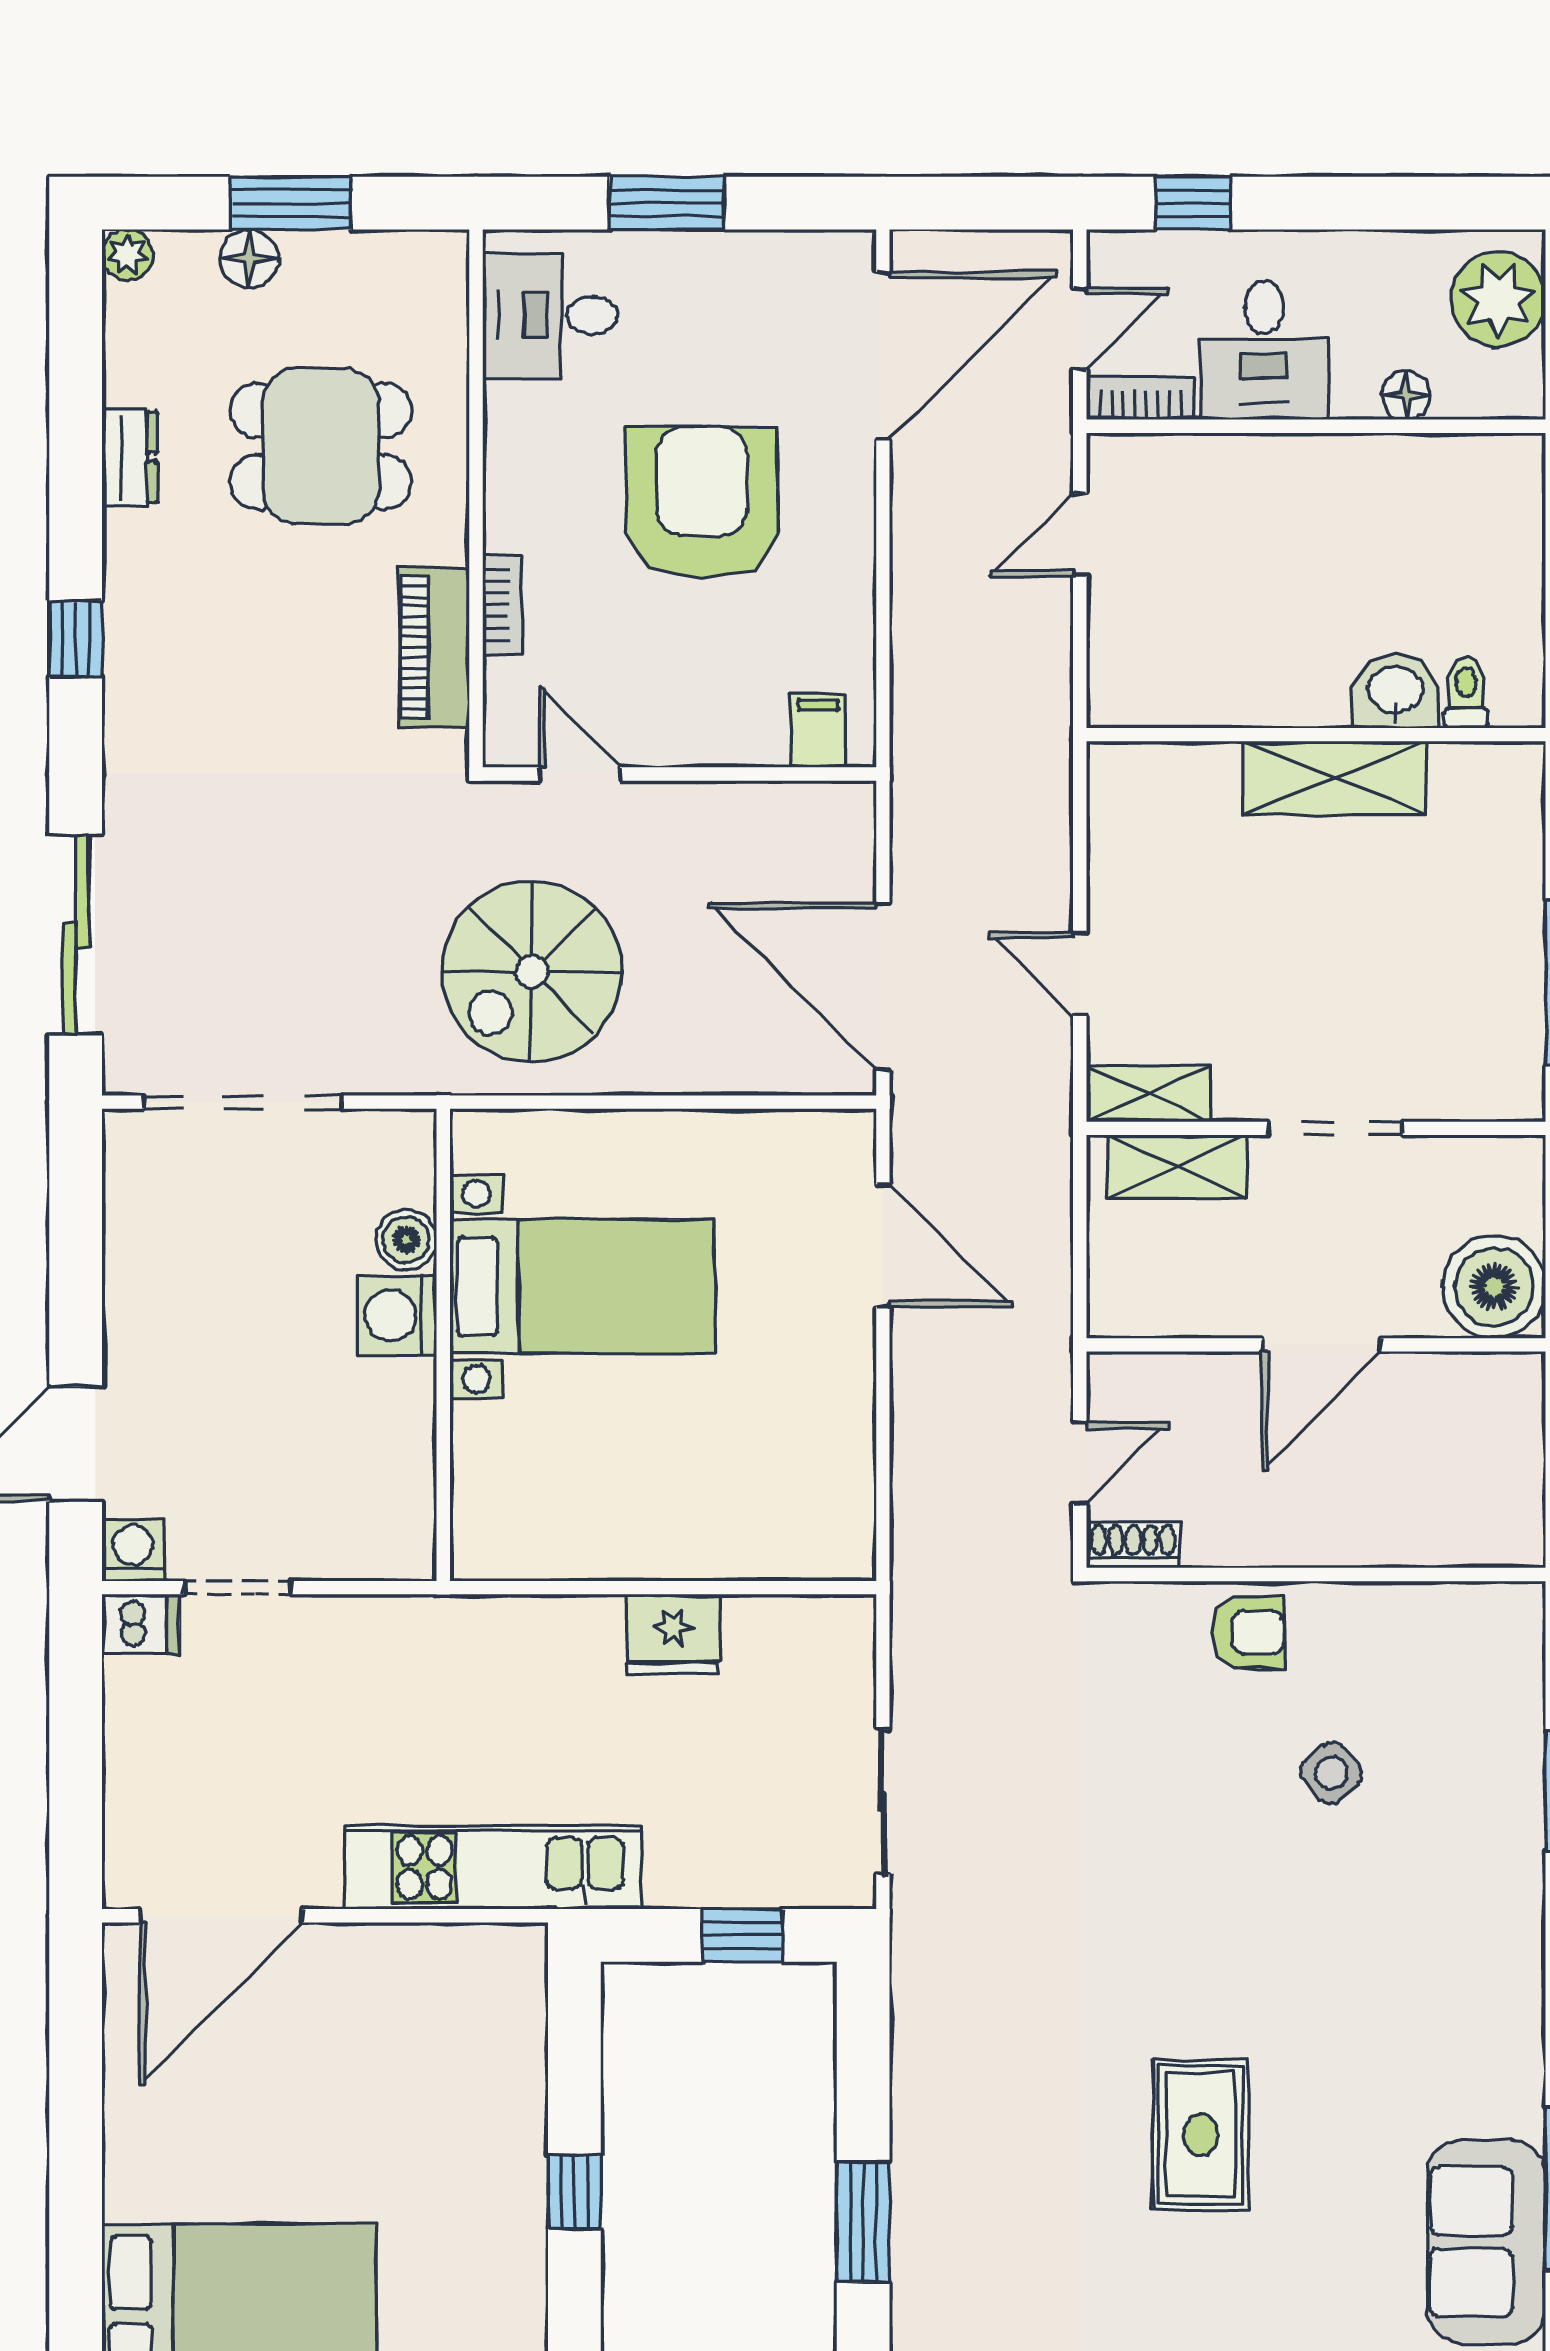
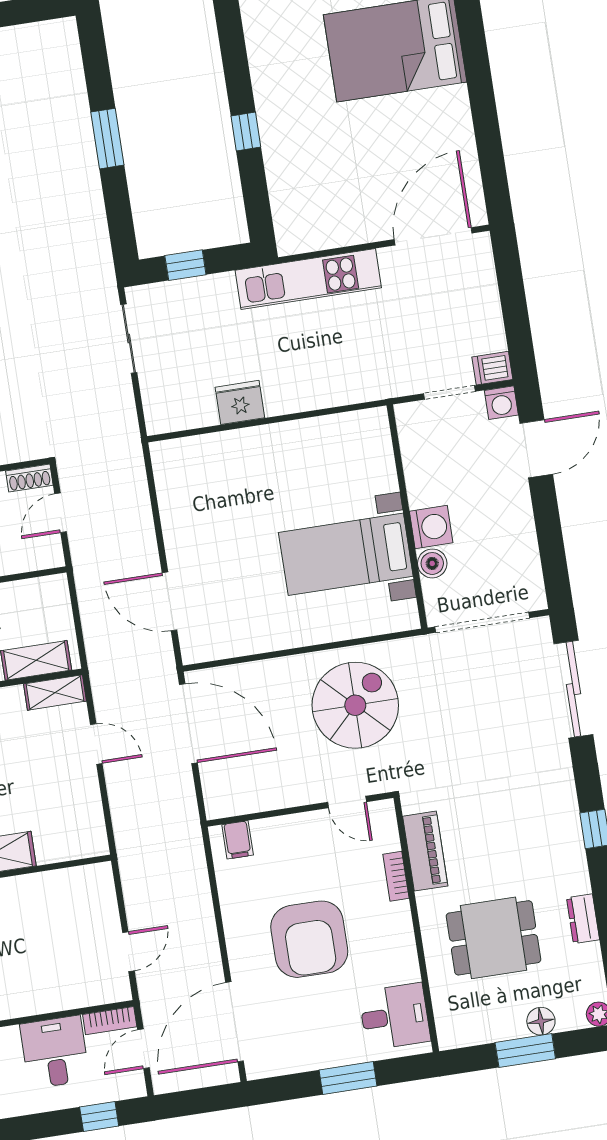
boiler: (406, 1240) -> (432, 563), moved
bed with nightstands: (582, 1286) -> (346, 554), moved
washing machine: (397, 1315) -> (431, 527), moved
wall: (443, 1345) -> (407, 517), moved

